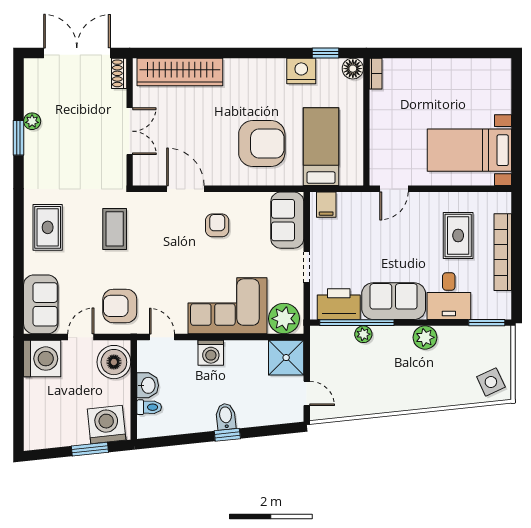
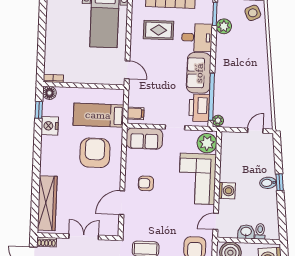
plant: (363, 334) -> (218, 121), moved
plant: (425, 337) -> (224, 26), moved
shower: (286, 358) -> (232, 143), removed

